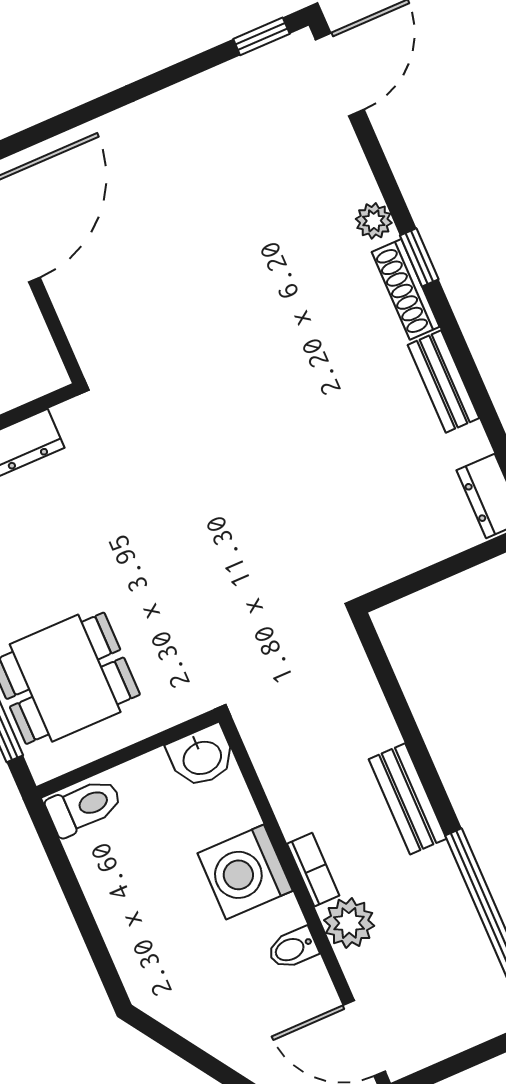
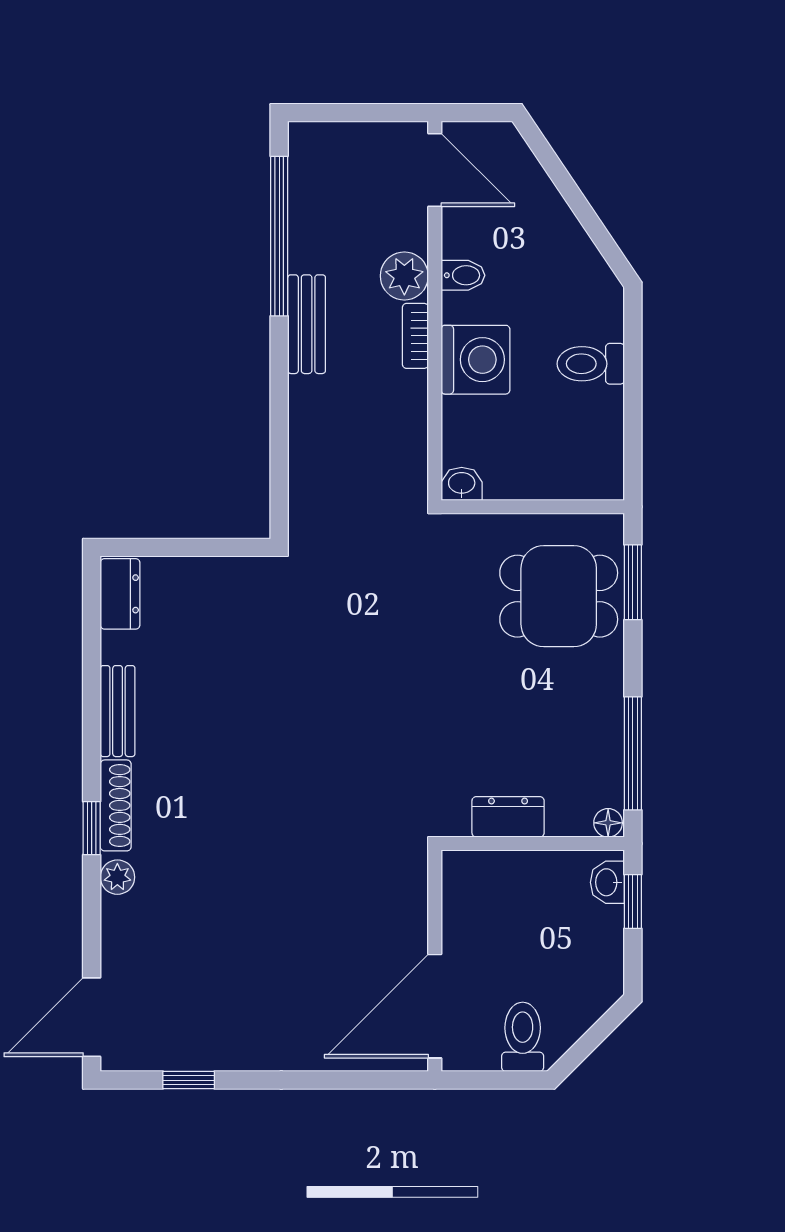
window: (261, 36) -> (189, 1080), moved
washbasin: (202, 757) -> (462, 484), width x0.72, depth x0.69
bench: (408, 799) -> (307, 324), moved
toilet: (84, 807) -> (591, 364), moved

